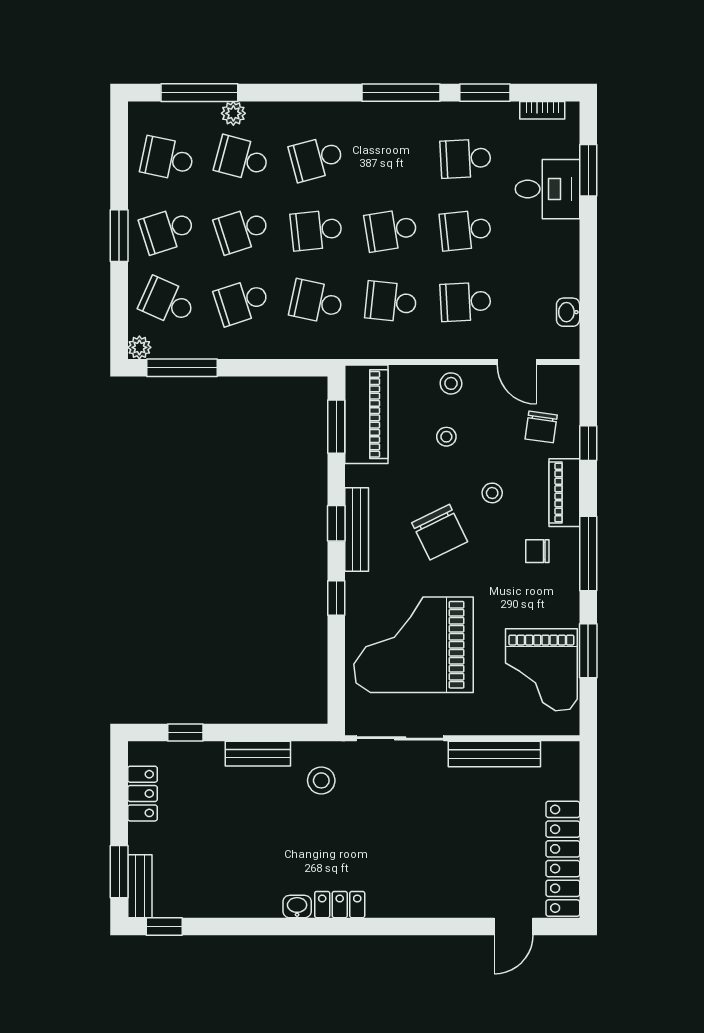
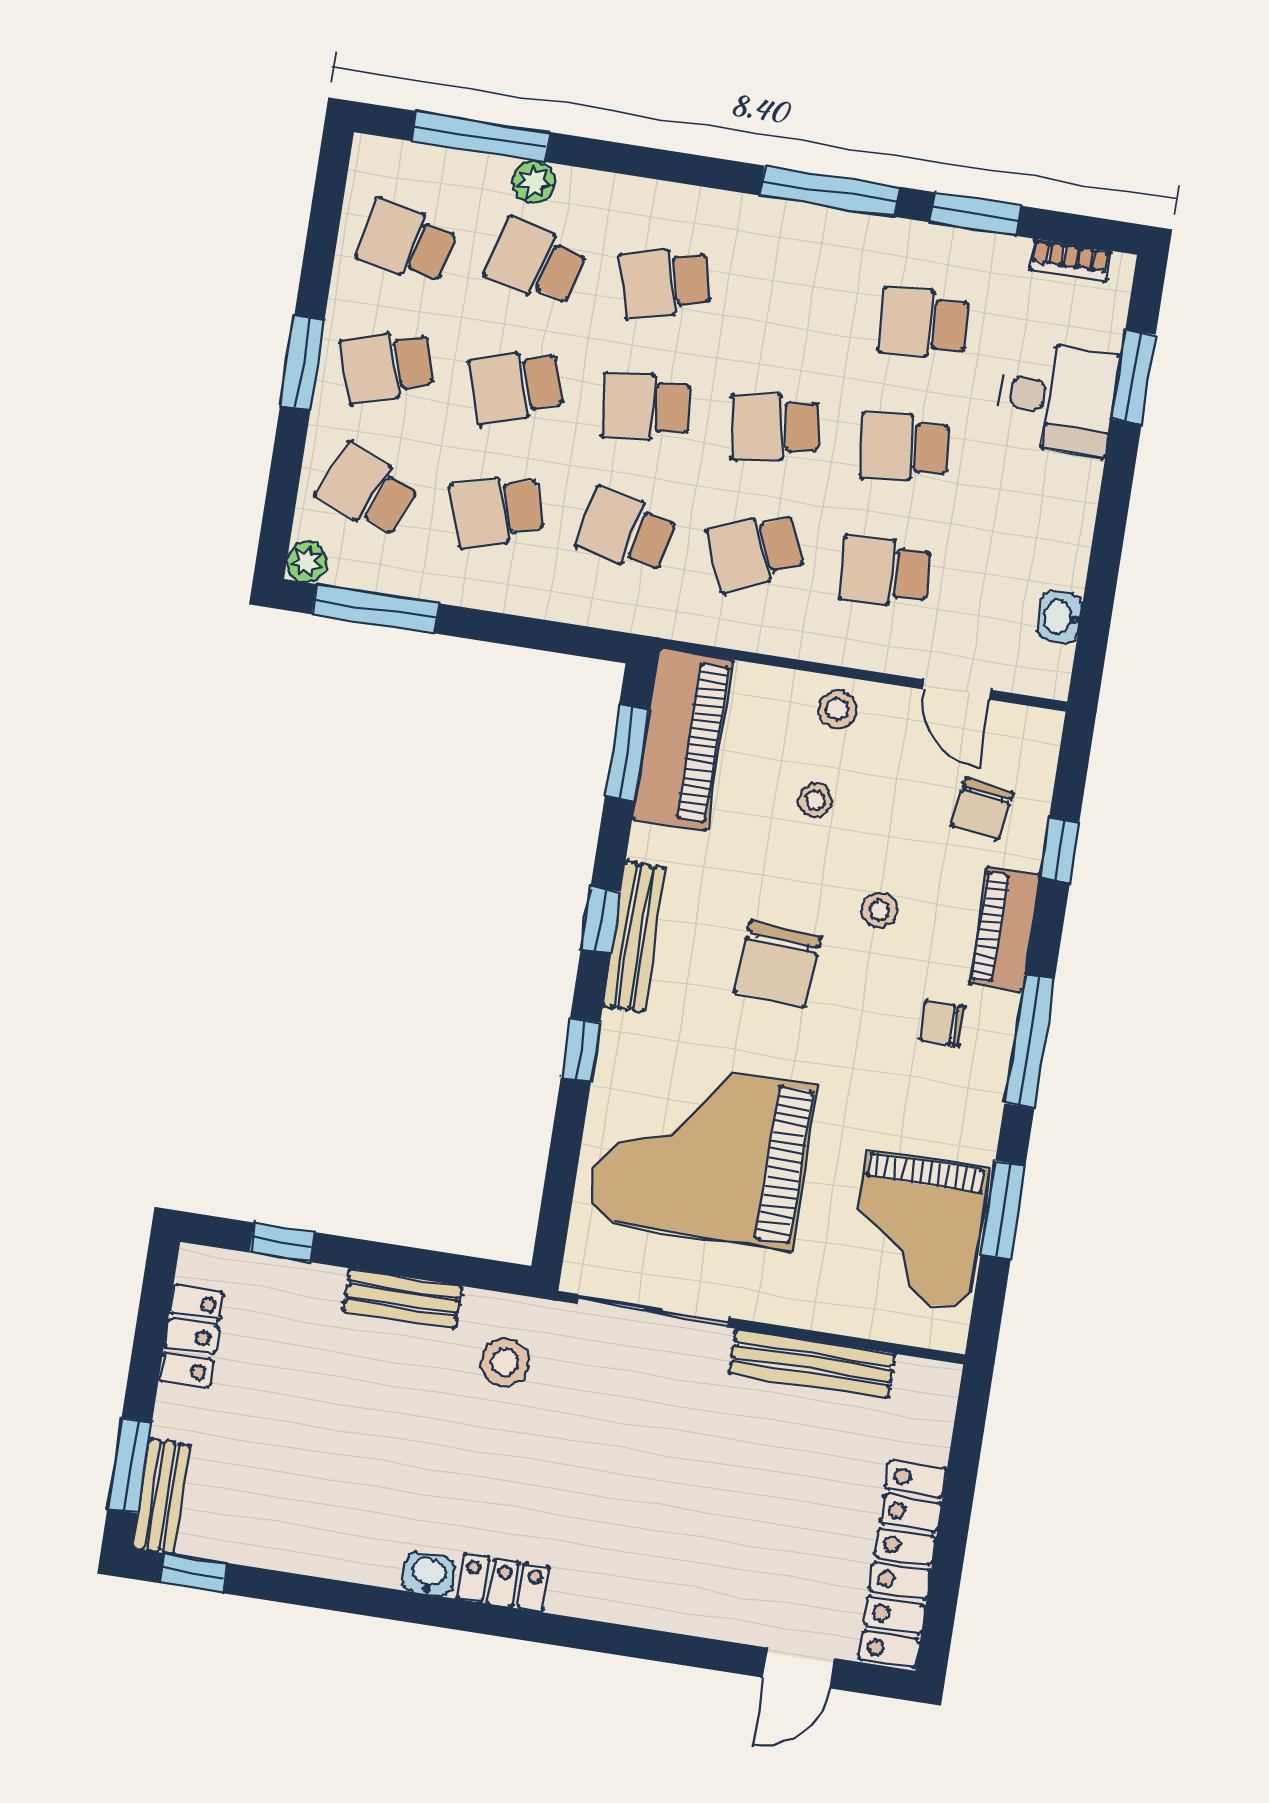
school desk: (391, 302) -> (756, 551), turned -30
chair: (440, 532) -> (778, 964), turned 30

